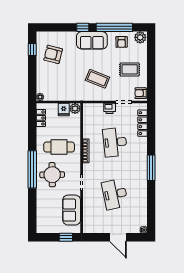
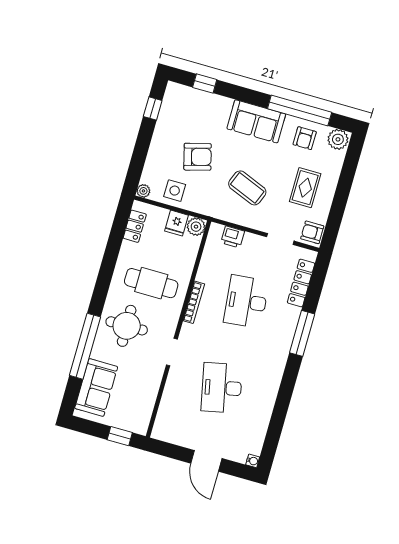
window: (83, 27) -> (205, 83), moved
armchair: (53, 54) -> (198, 157), moved, turned 151
rug: (130, 69) -> (305, 188), turned 90
side table: (57, 92) -> (175, 191), added
printer: (110, 108) -> (233, 237), moved
window: (151, 168) -> (302, 333), moved
window: (32, 169) -> (85, 346), moved
sofa: (72, 210) -> (96, 388), moved, turned 180

